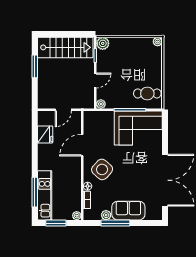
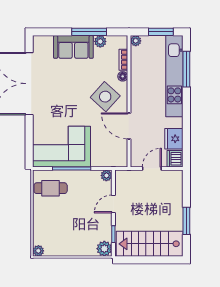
dishwasher: (44, 118) -> (175, 159), added
door: (82, 145) -> (129, 126), swing flipped
kitchen unit: (45, 195) -> (174, 76), width x1.36

